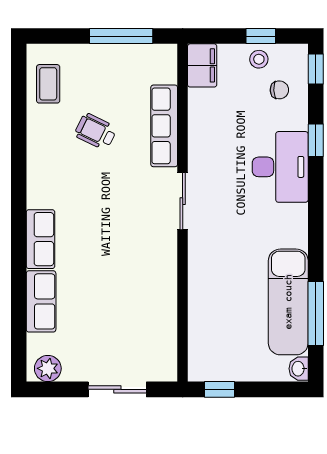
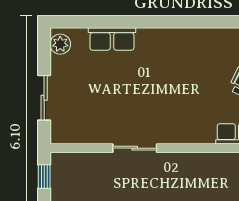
sliding door: (183, 201) -> (135, 148), moved
row of seats: (41, 239) -> (160, 39), removed

